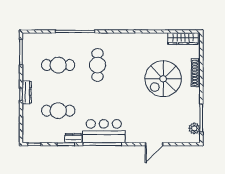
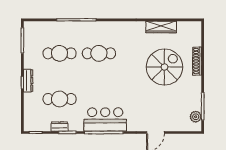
wardrobe: (183, 39) -> (161, 27), moved
cafe table: (98, 65) -> (99, 53), turned 90
spiral stairs: (163, 79) -> (164, 67), turned 180
dresser: (73, 138) -> (59, 127), moved

